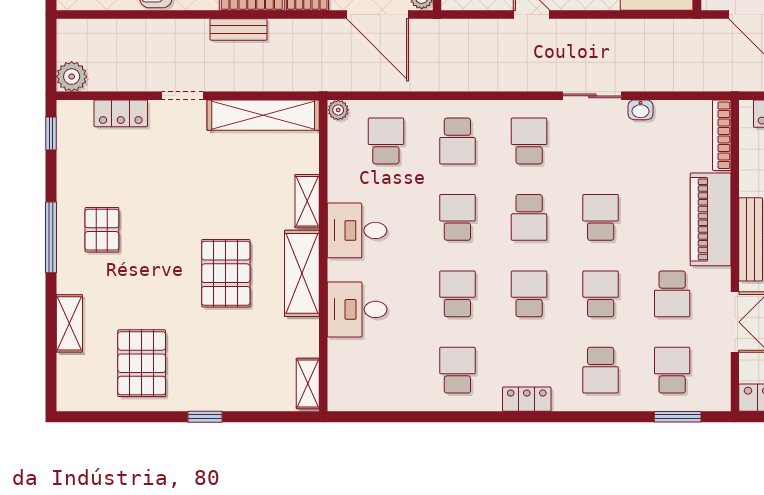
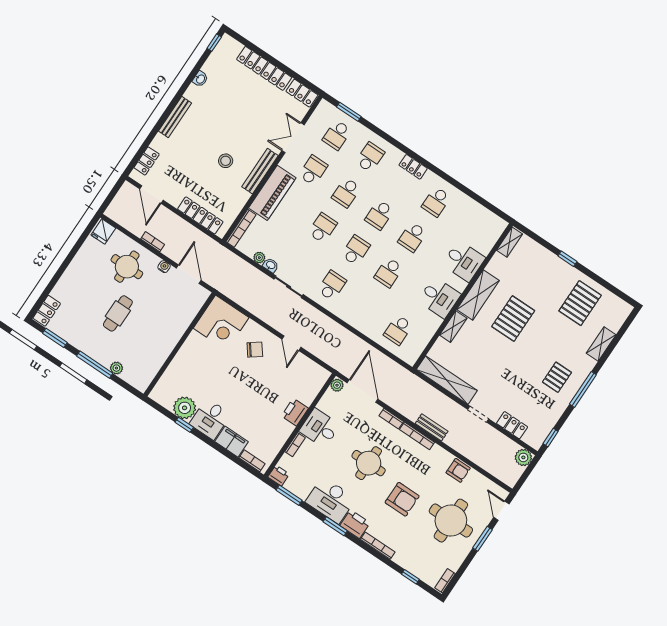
plant: (338, 110) -> (259, 258), moved
school desk: (457, 141) -> (365, 308), removed
school desk: (529, 141) -> (332, 285), turned 180
school desk: (601, 217) -> (323, 228), turned 180

